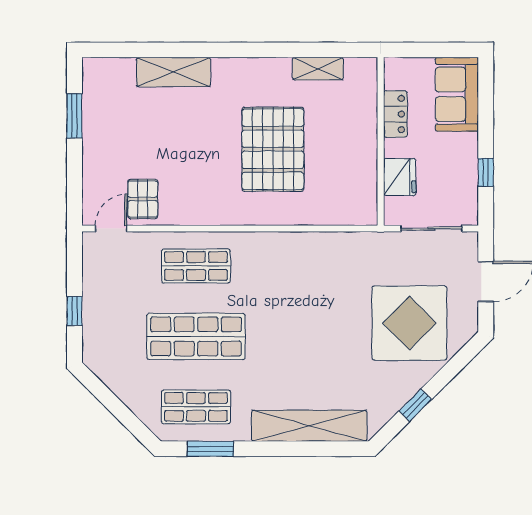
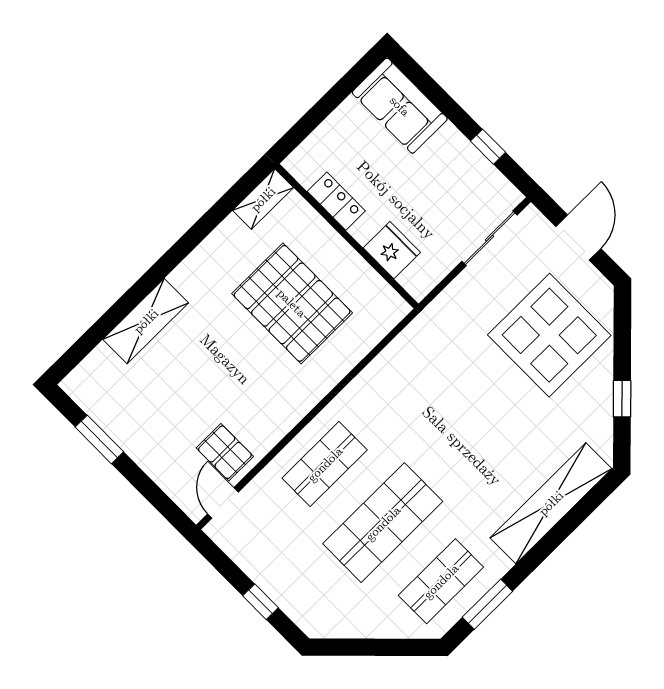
locker: (395, 114) -> (336, 201), moved
wall: (381, 141) -> (347, 236), moved
fridge: (400, 177) -> (392, 250), moved

